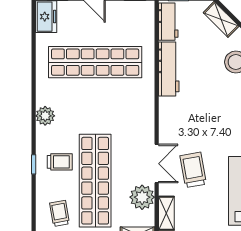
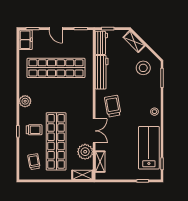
trolley: (193, 170) -> (113, 106), moved

